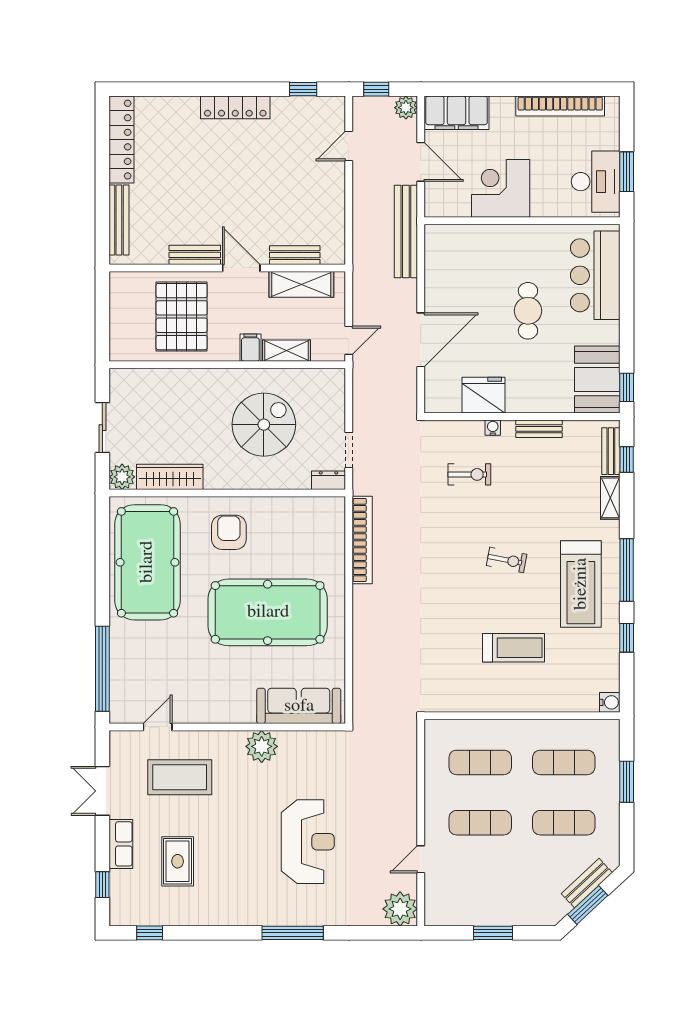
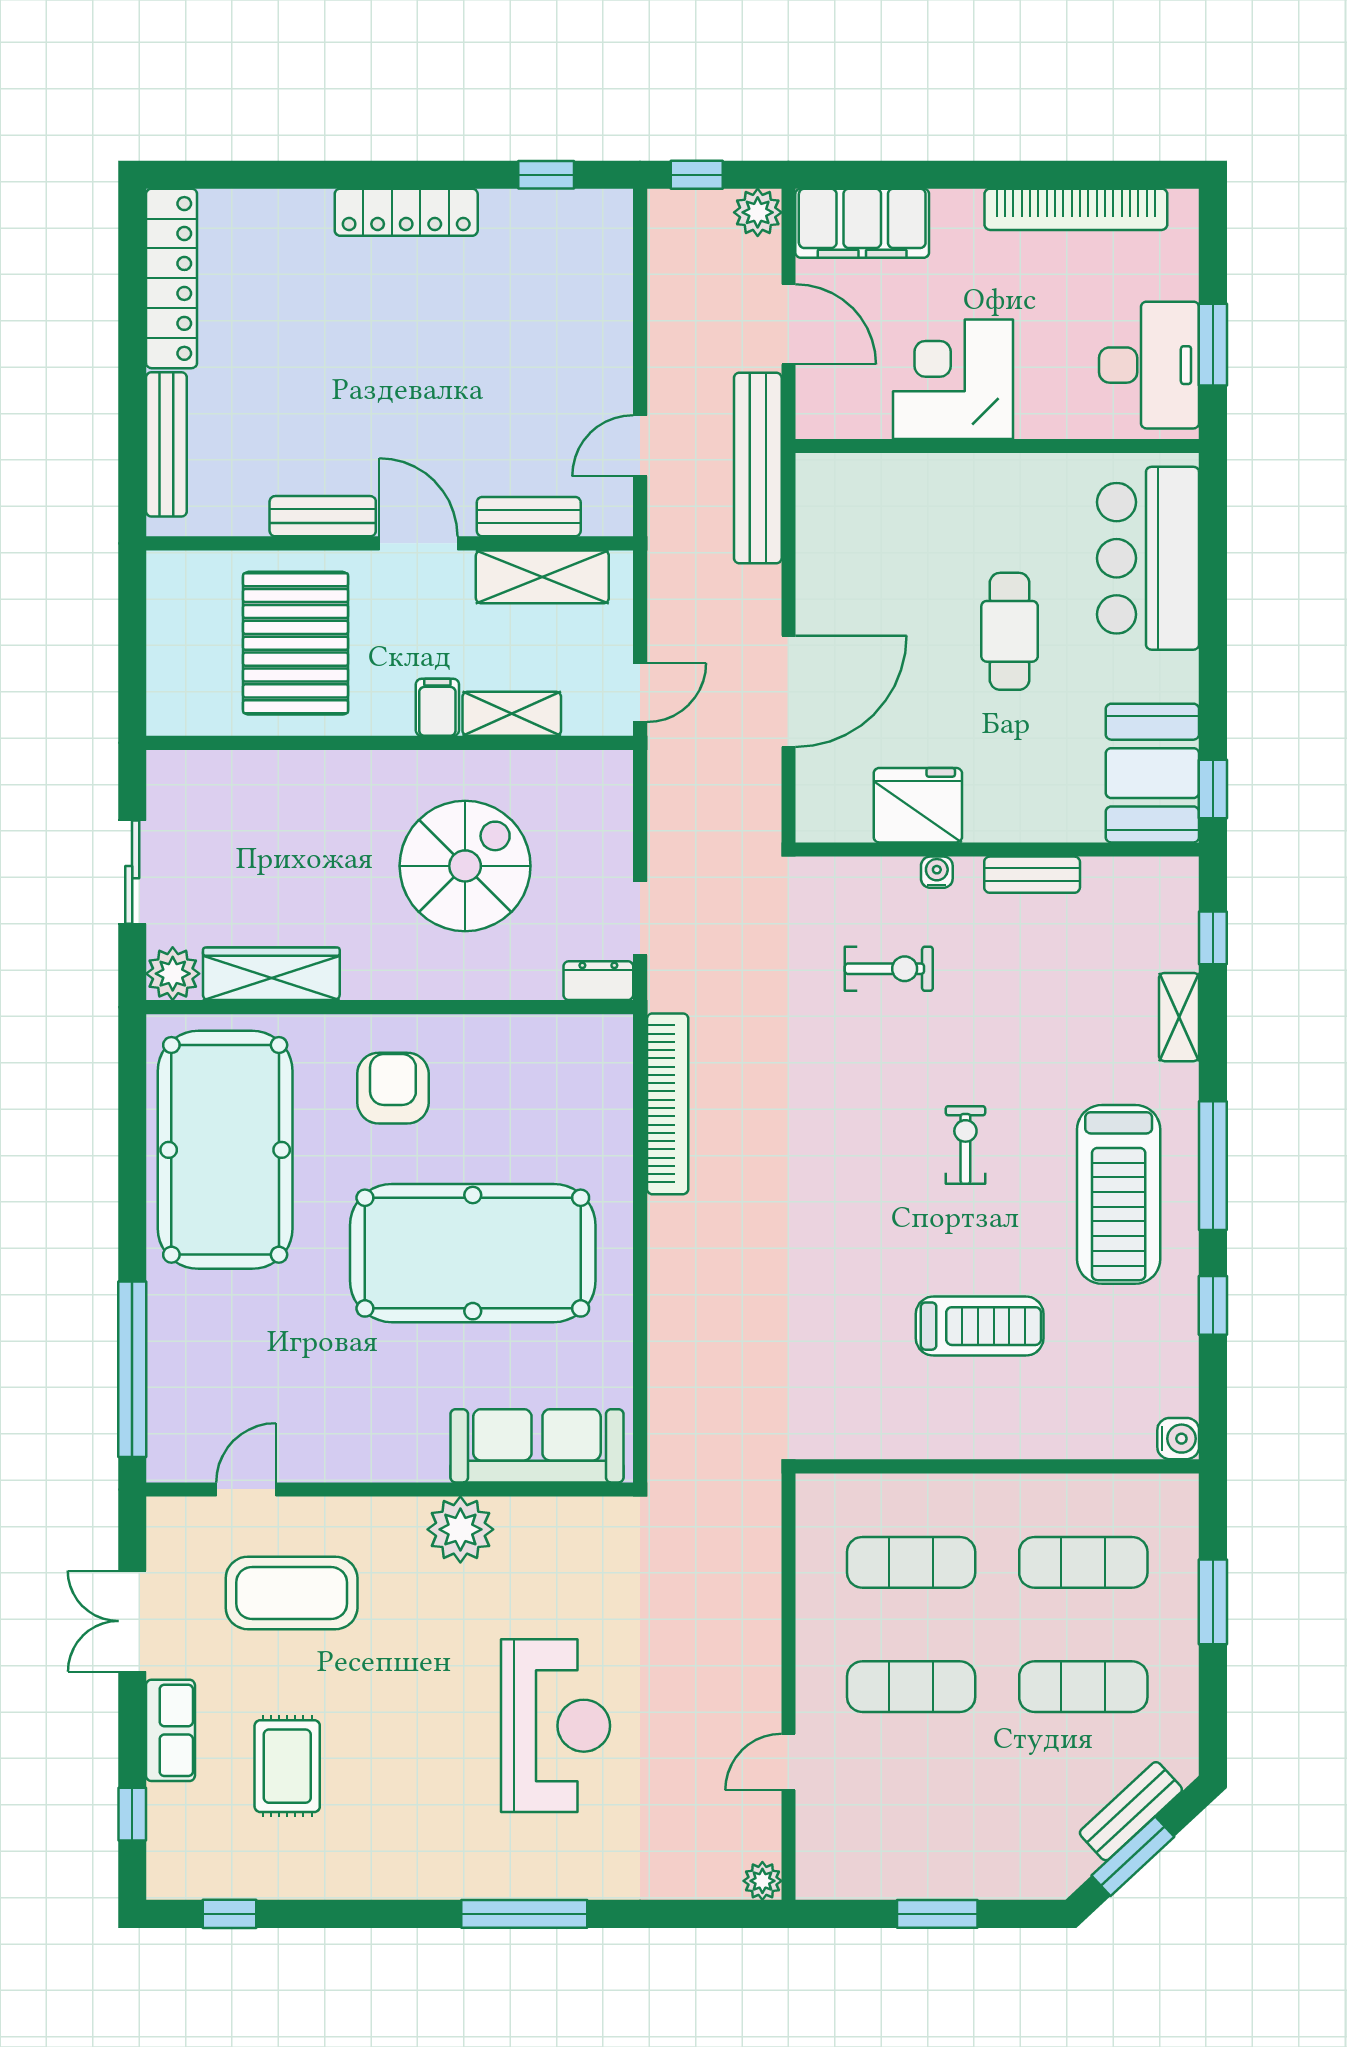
door: (349, 146) -> (640, 446), moved
bench: (611, 451) -> (1180, 921), removed
exercise bike: (507, 560) -> (965, 1145), turned -101
plant: (400, 909) -> (762, 1881), width x0.53, depth x0.53

